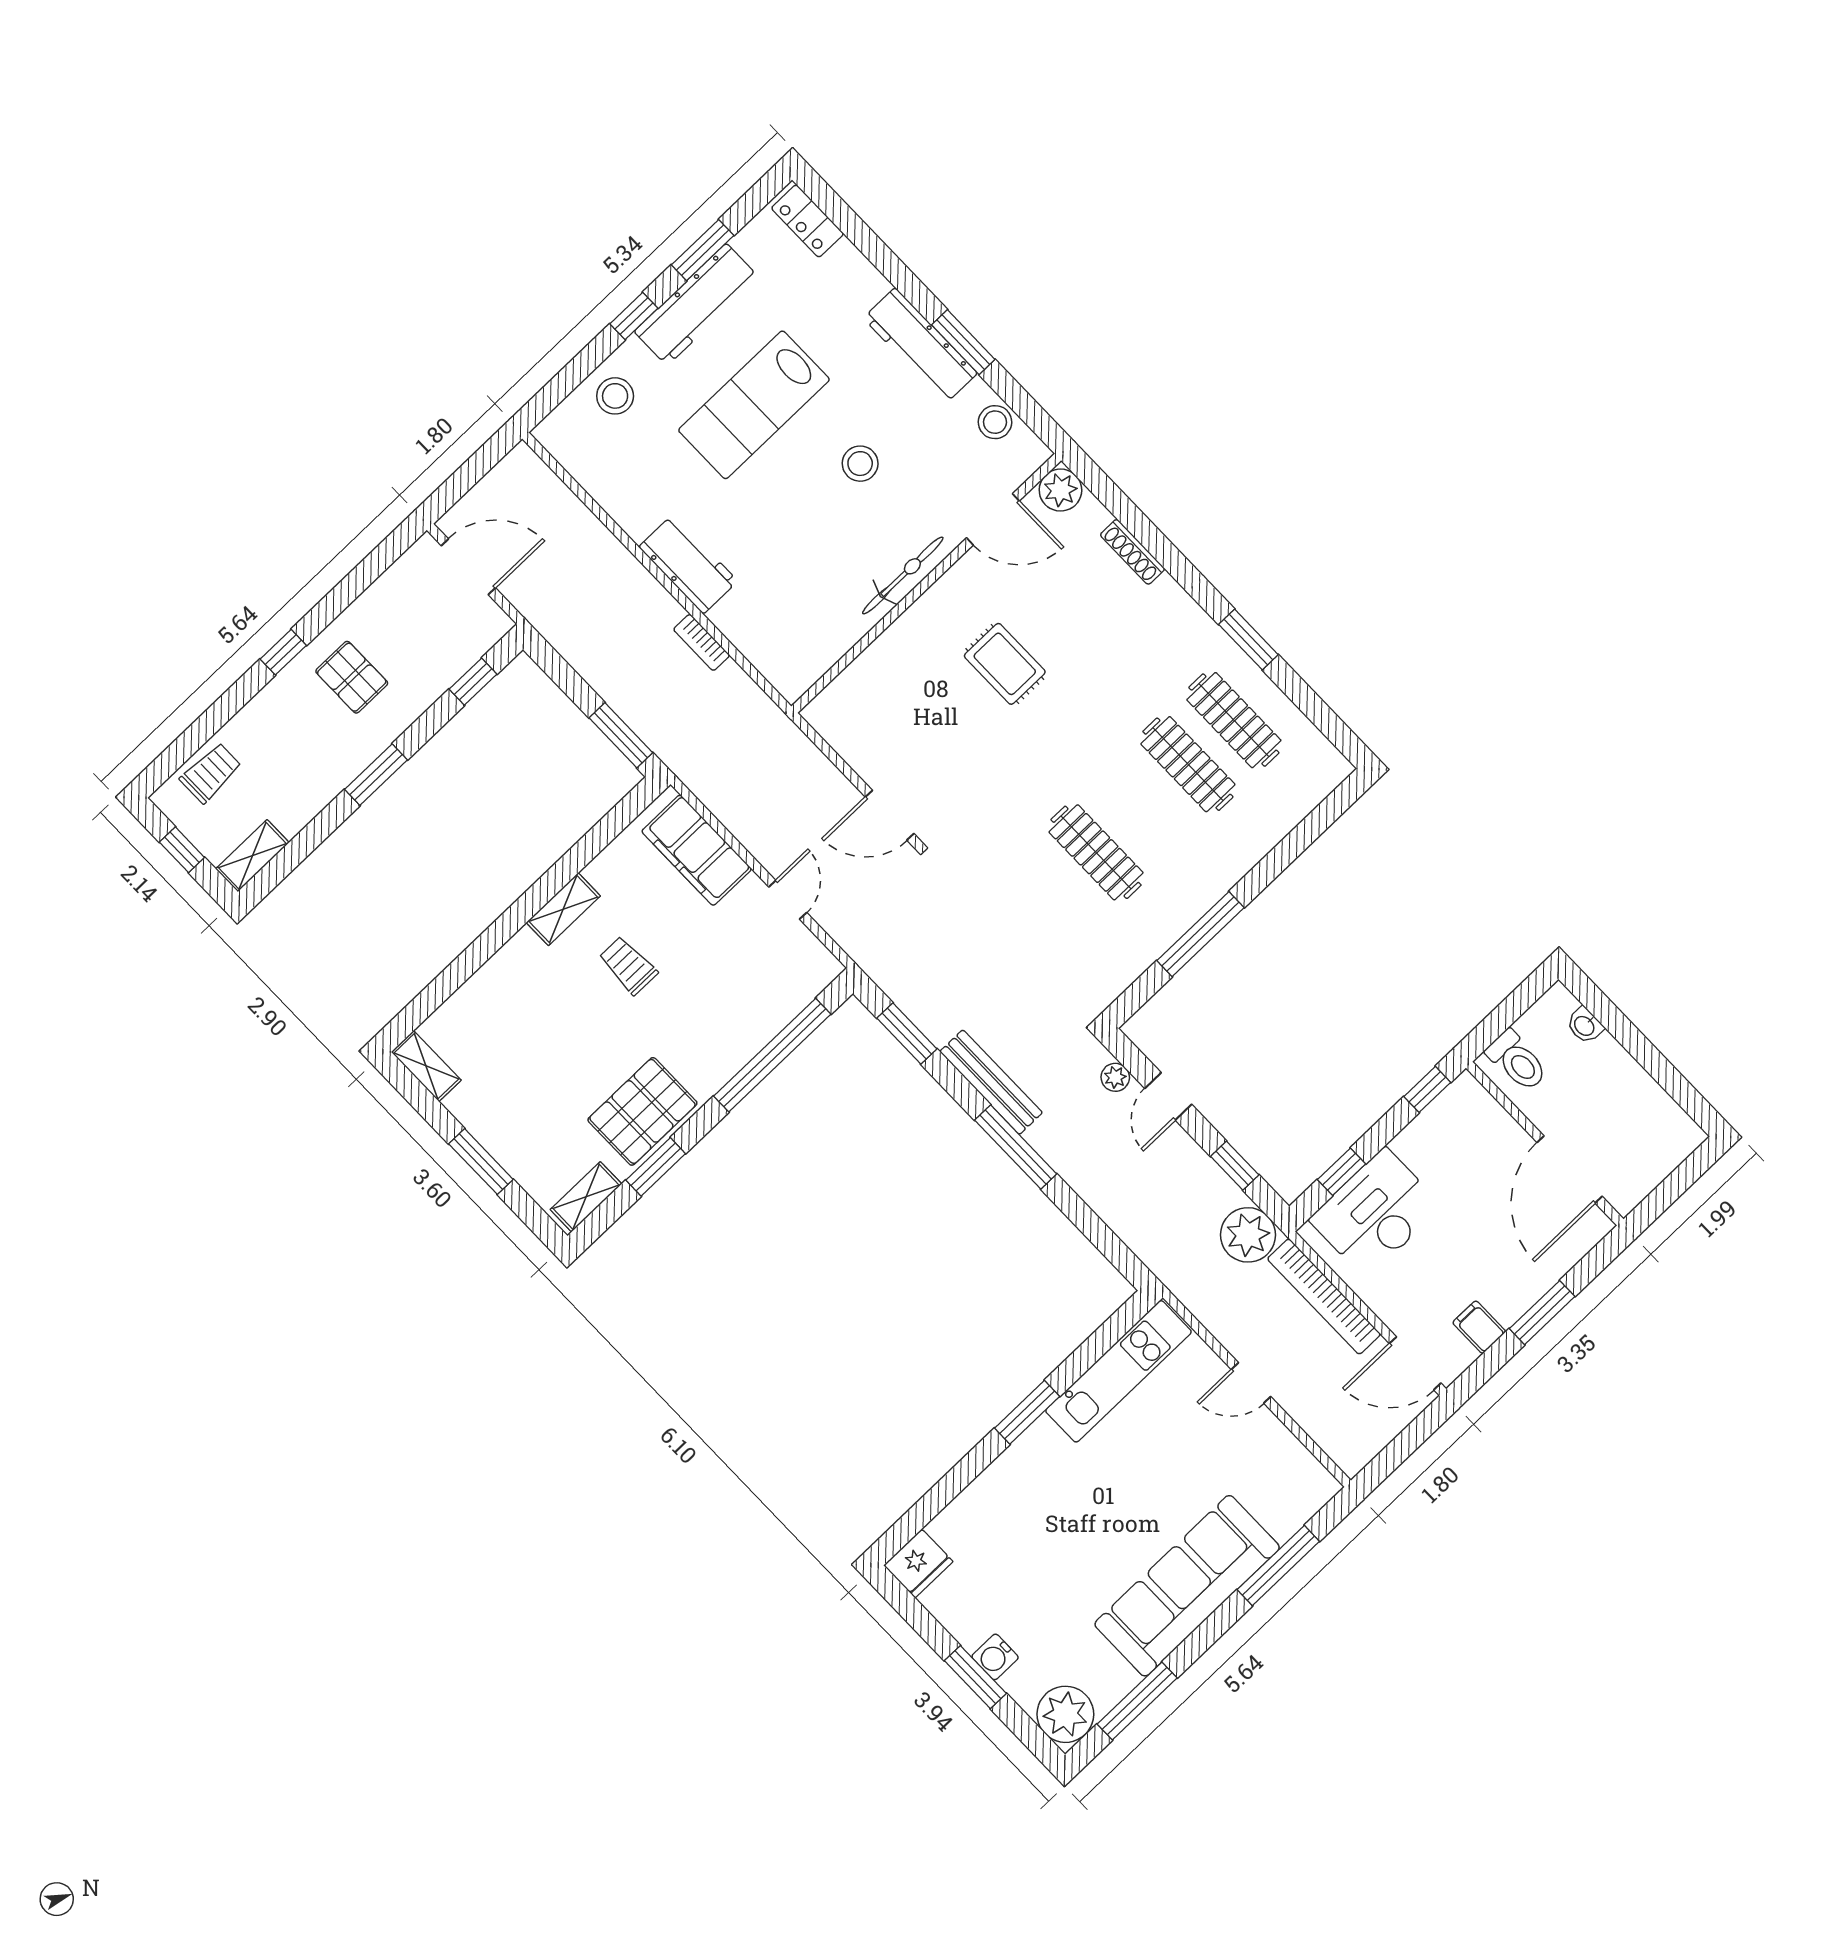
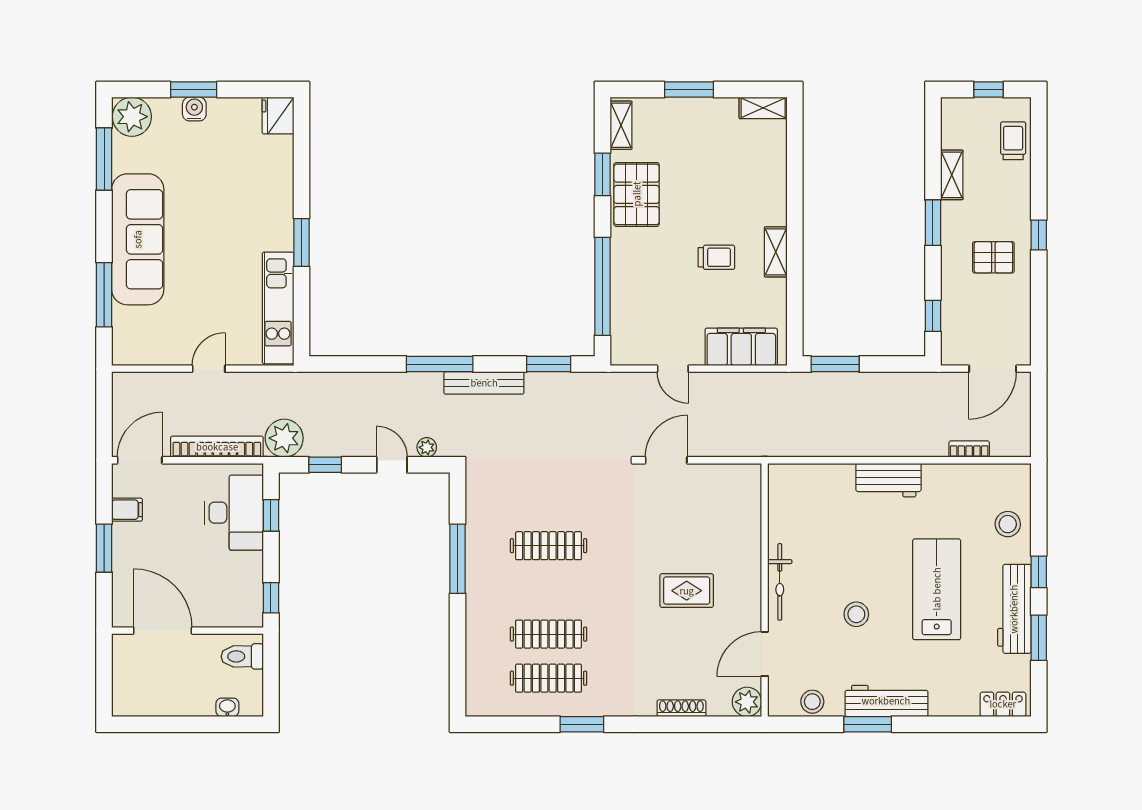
bookcase: (702, 642) -> (969, 449), moved
trolley: (211, 773) -> (1013, 141), turned 180
shelving: (252, 856) -> (952, 175), moved

